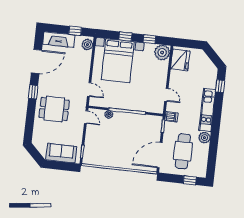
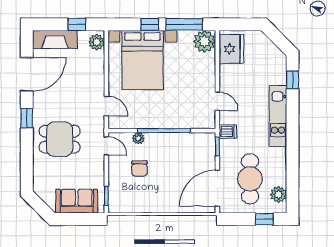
window: (149, 39) -> (184, 24), width x2.17
chair: (107, 135) -> (139, 168), added
plant: (204, 138) -> (279, 194), moved

